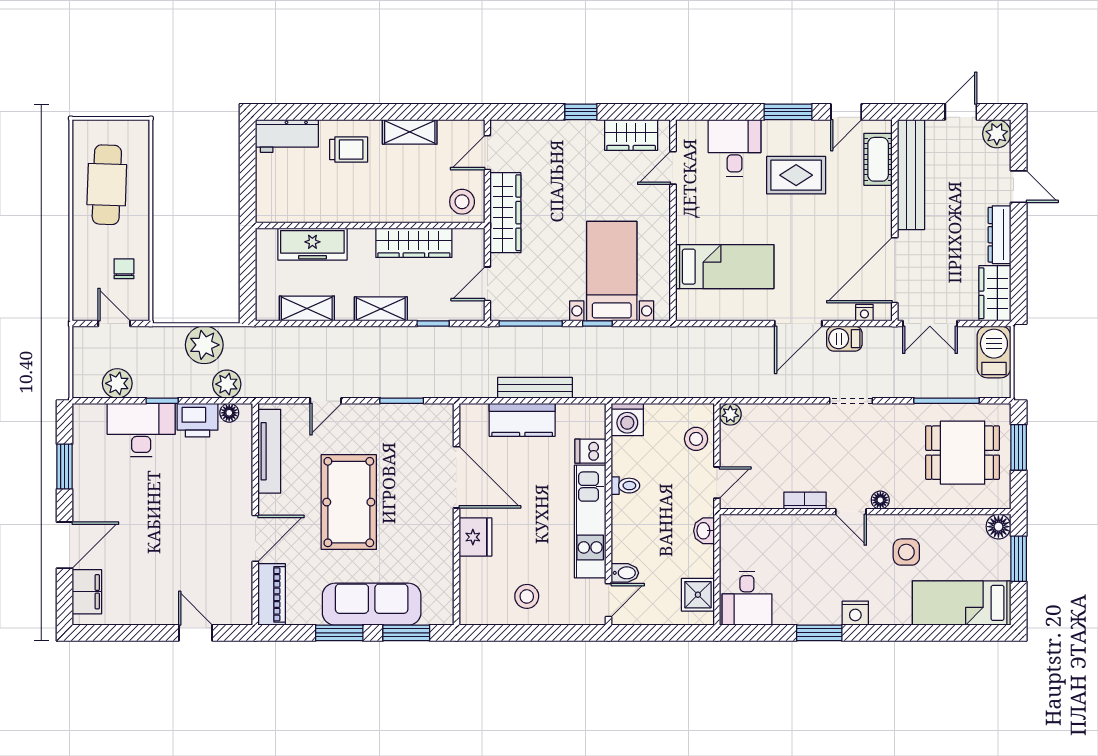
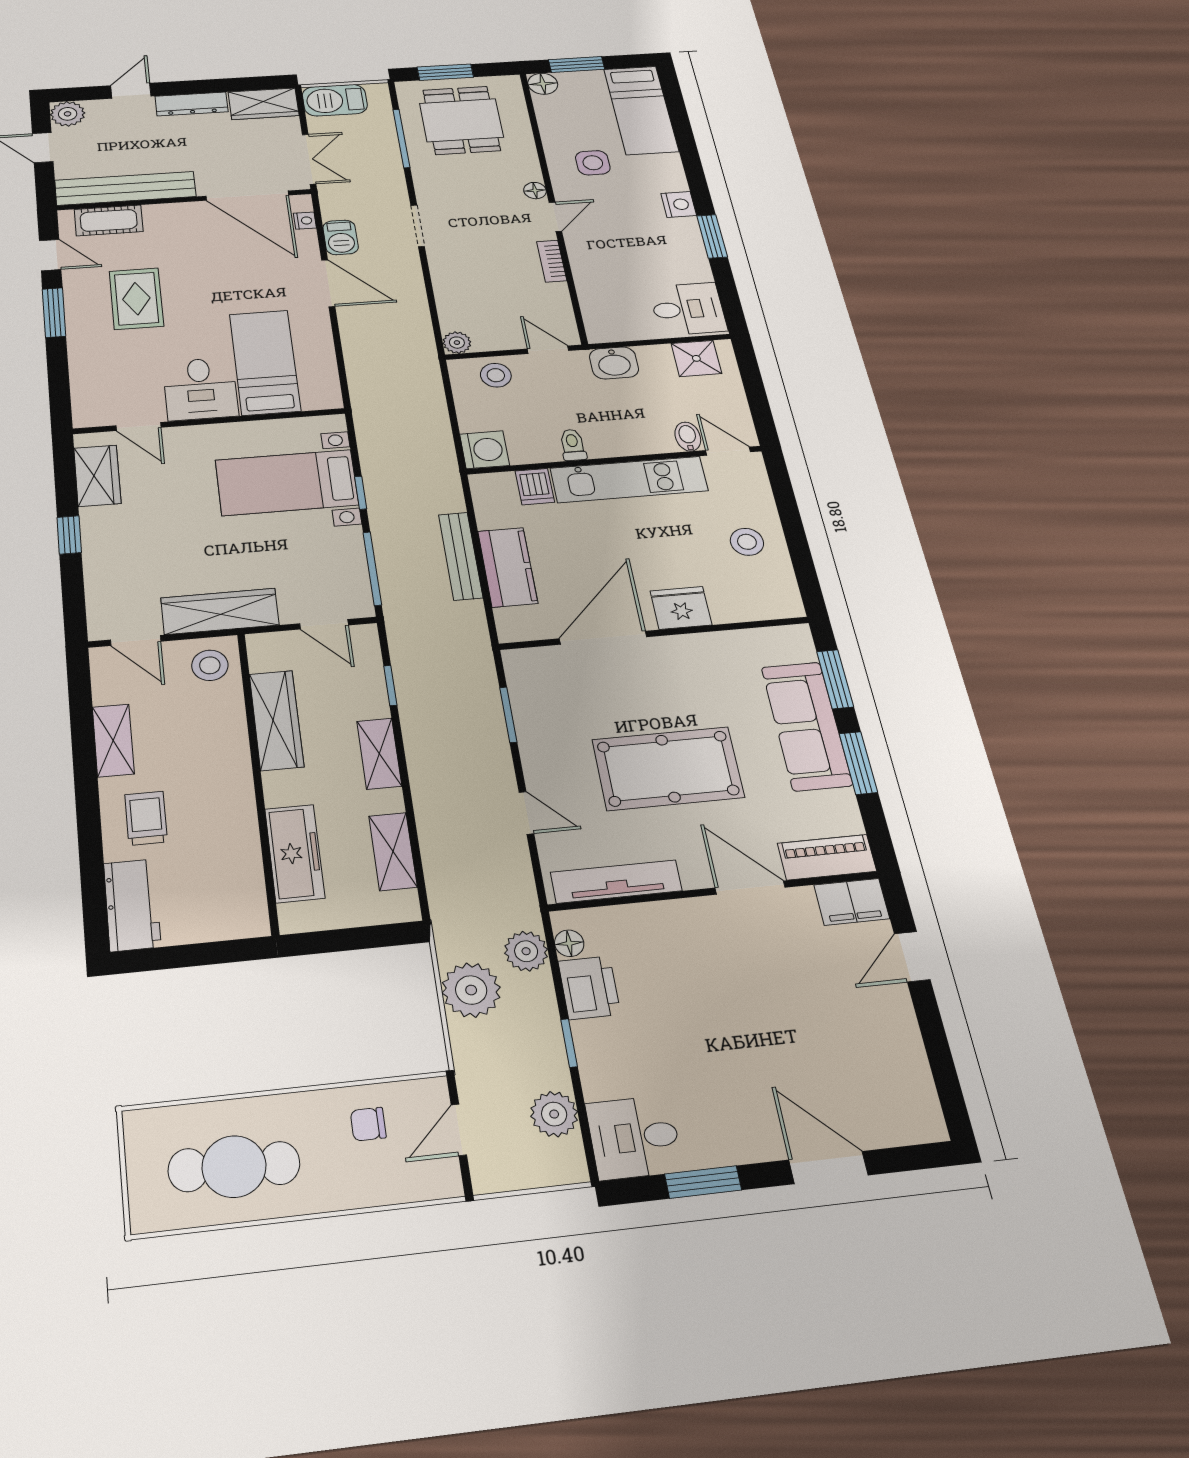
desk: (735, 148) -> (200, 389), moved, turned -90
desk: (141, 430) -> (634, 1137), moved, width x0.73
washbasin: (704, 531) -> (614, 363), width x1.38, depth x1.45
filing cabinet: (87, 592) -> (852, 902), moved, turned 180

